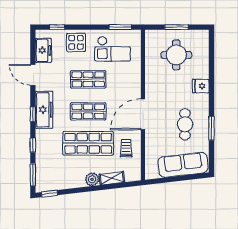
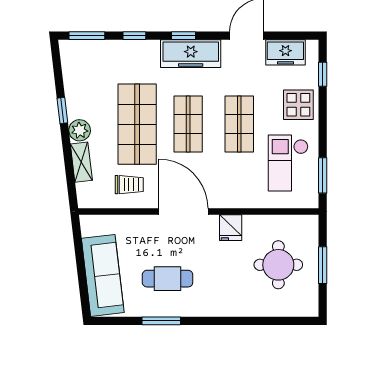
fridge: (201, 86) -> (231, 228), moved, turned 180
window: (49, 194) -> (62, 111), moved

